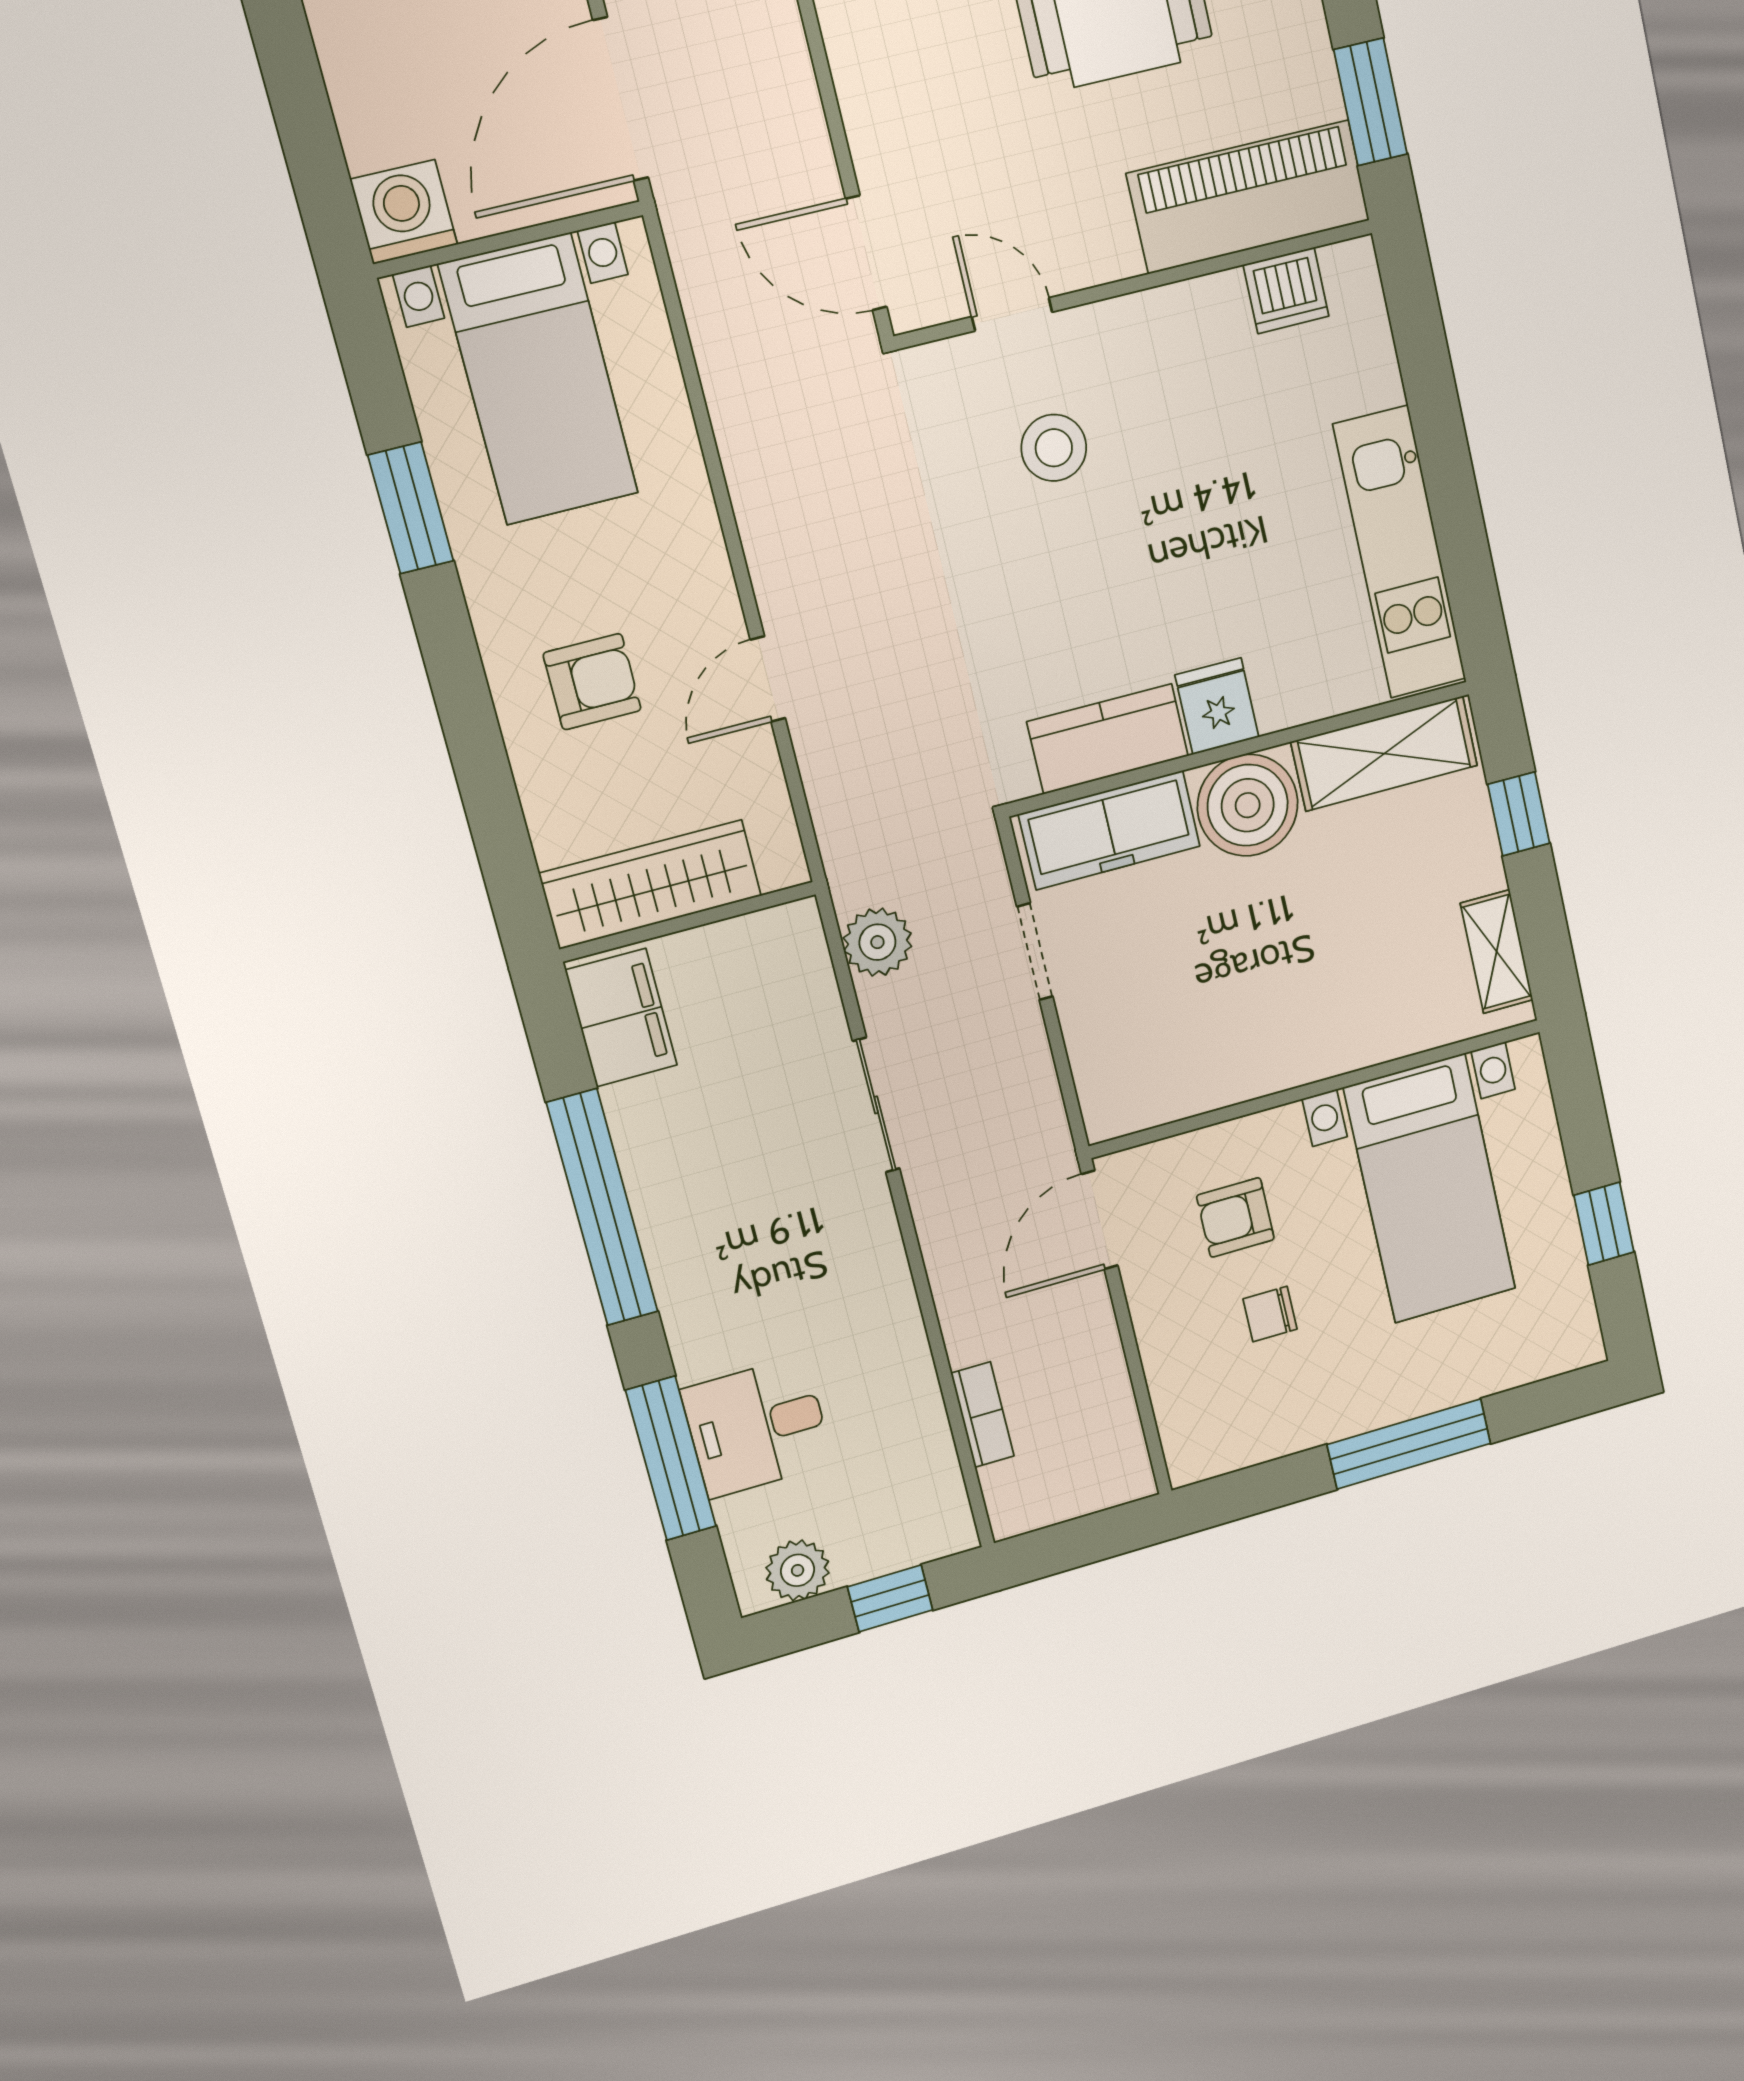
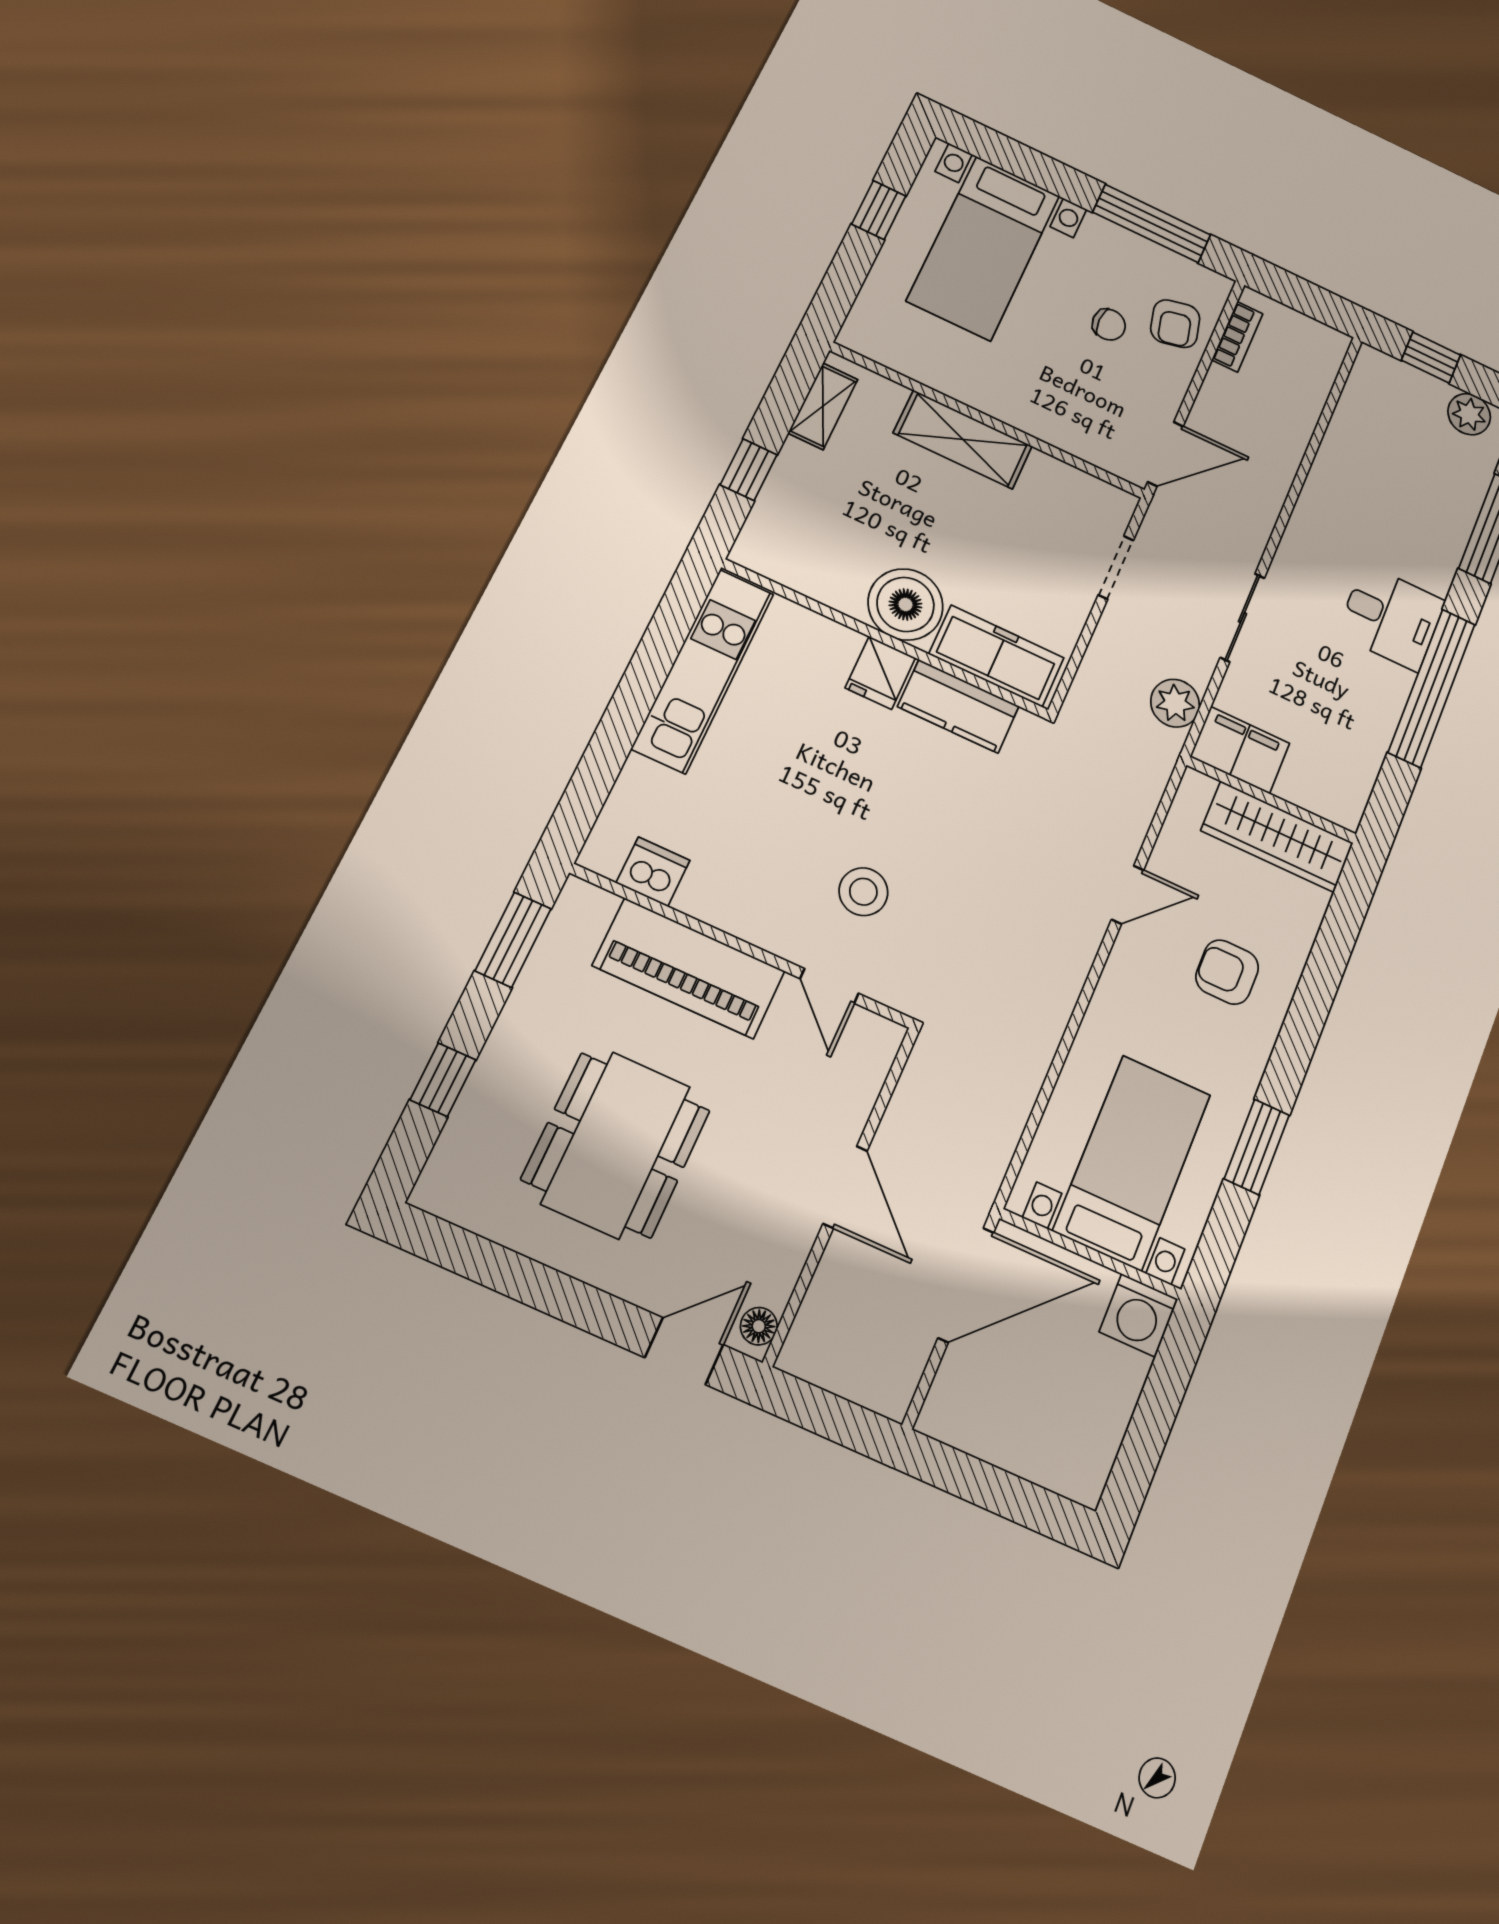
piano: (1248, 197) -> (689, 968), moved
door: (866, 253) -> (845, 1187), moved
shelving: (1384, 754) -> (963, 439), moved
doorway: (1035, 952) -> (1116, 568), moved
filing cabinet: (621, 1018) -> (1240, 750), moved, turned 90
bed with nightstands: (1430, 1189) -> (984, 248), moved, turned 180
armchair: (1235, 1217) -> (1175, 324), moved, turned 77
bookcase: (983, 1415) -> (1237, 337), moved, turned 180
desk: (757, 1427) -> (1391, 617), moved
window: (1409, 1444) -> (1152, 223), moved

